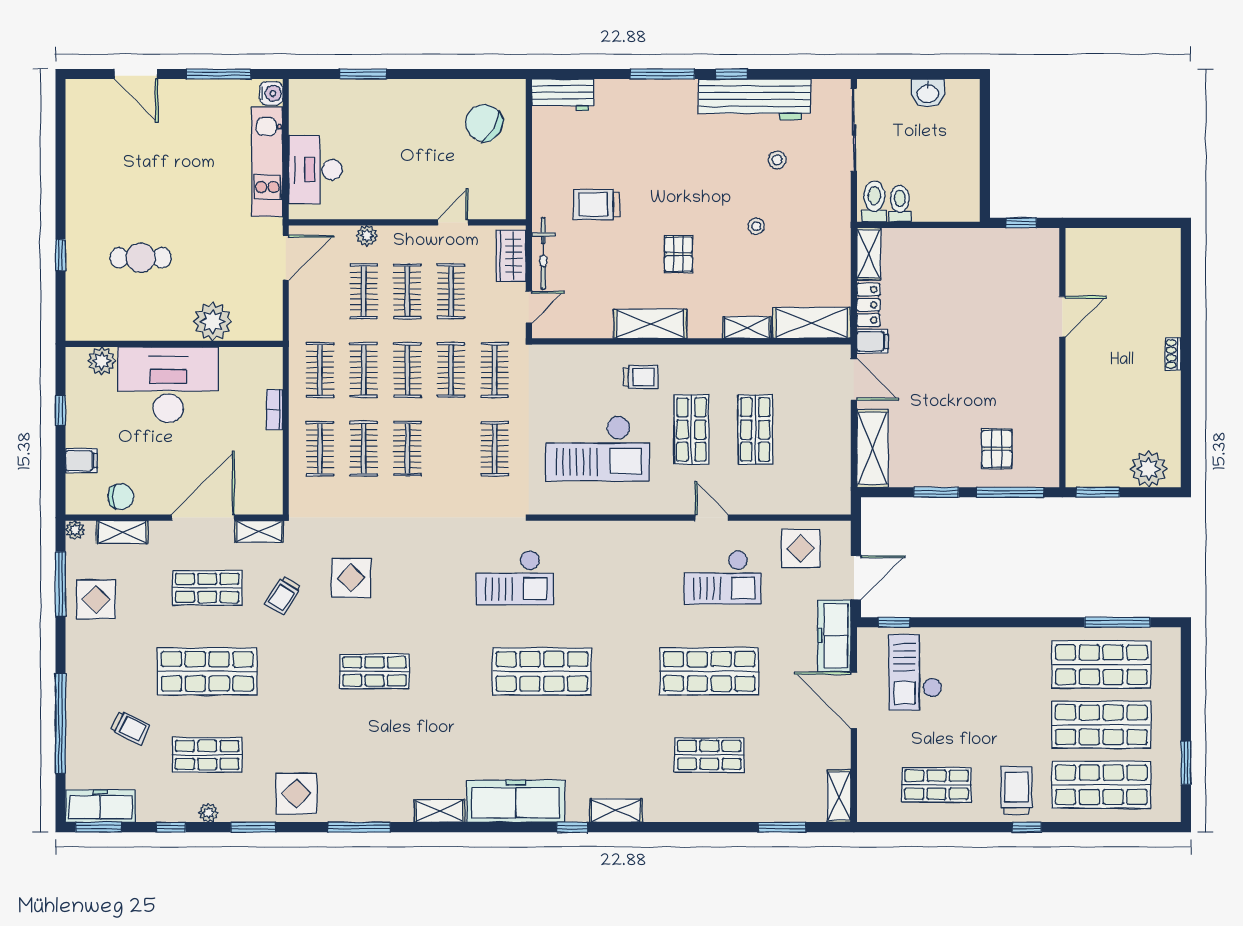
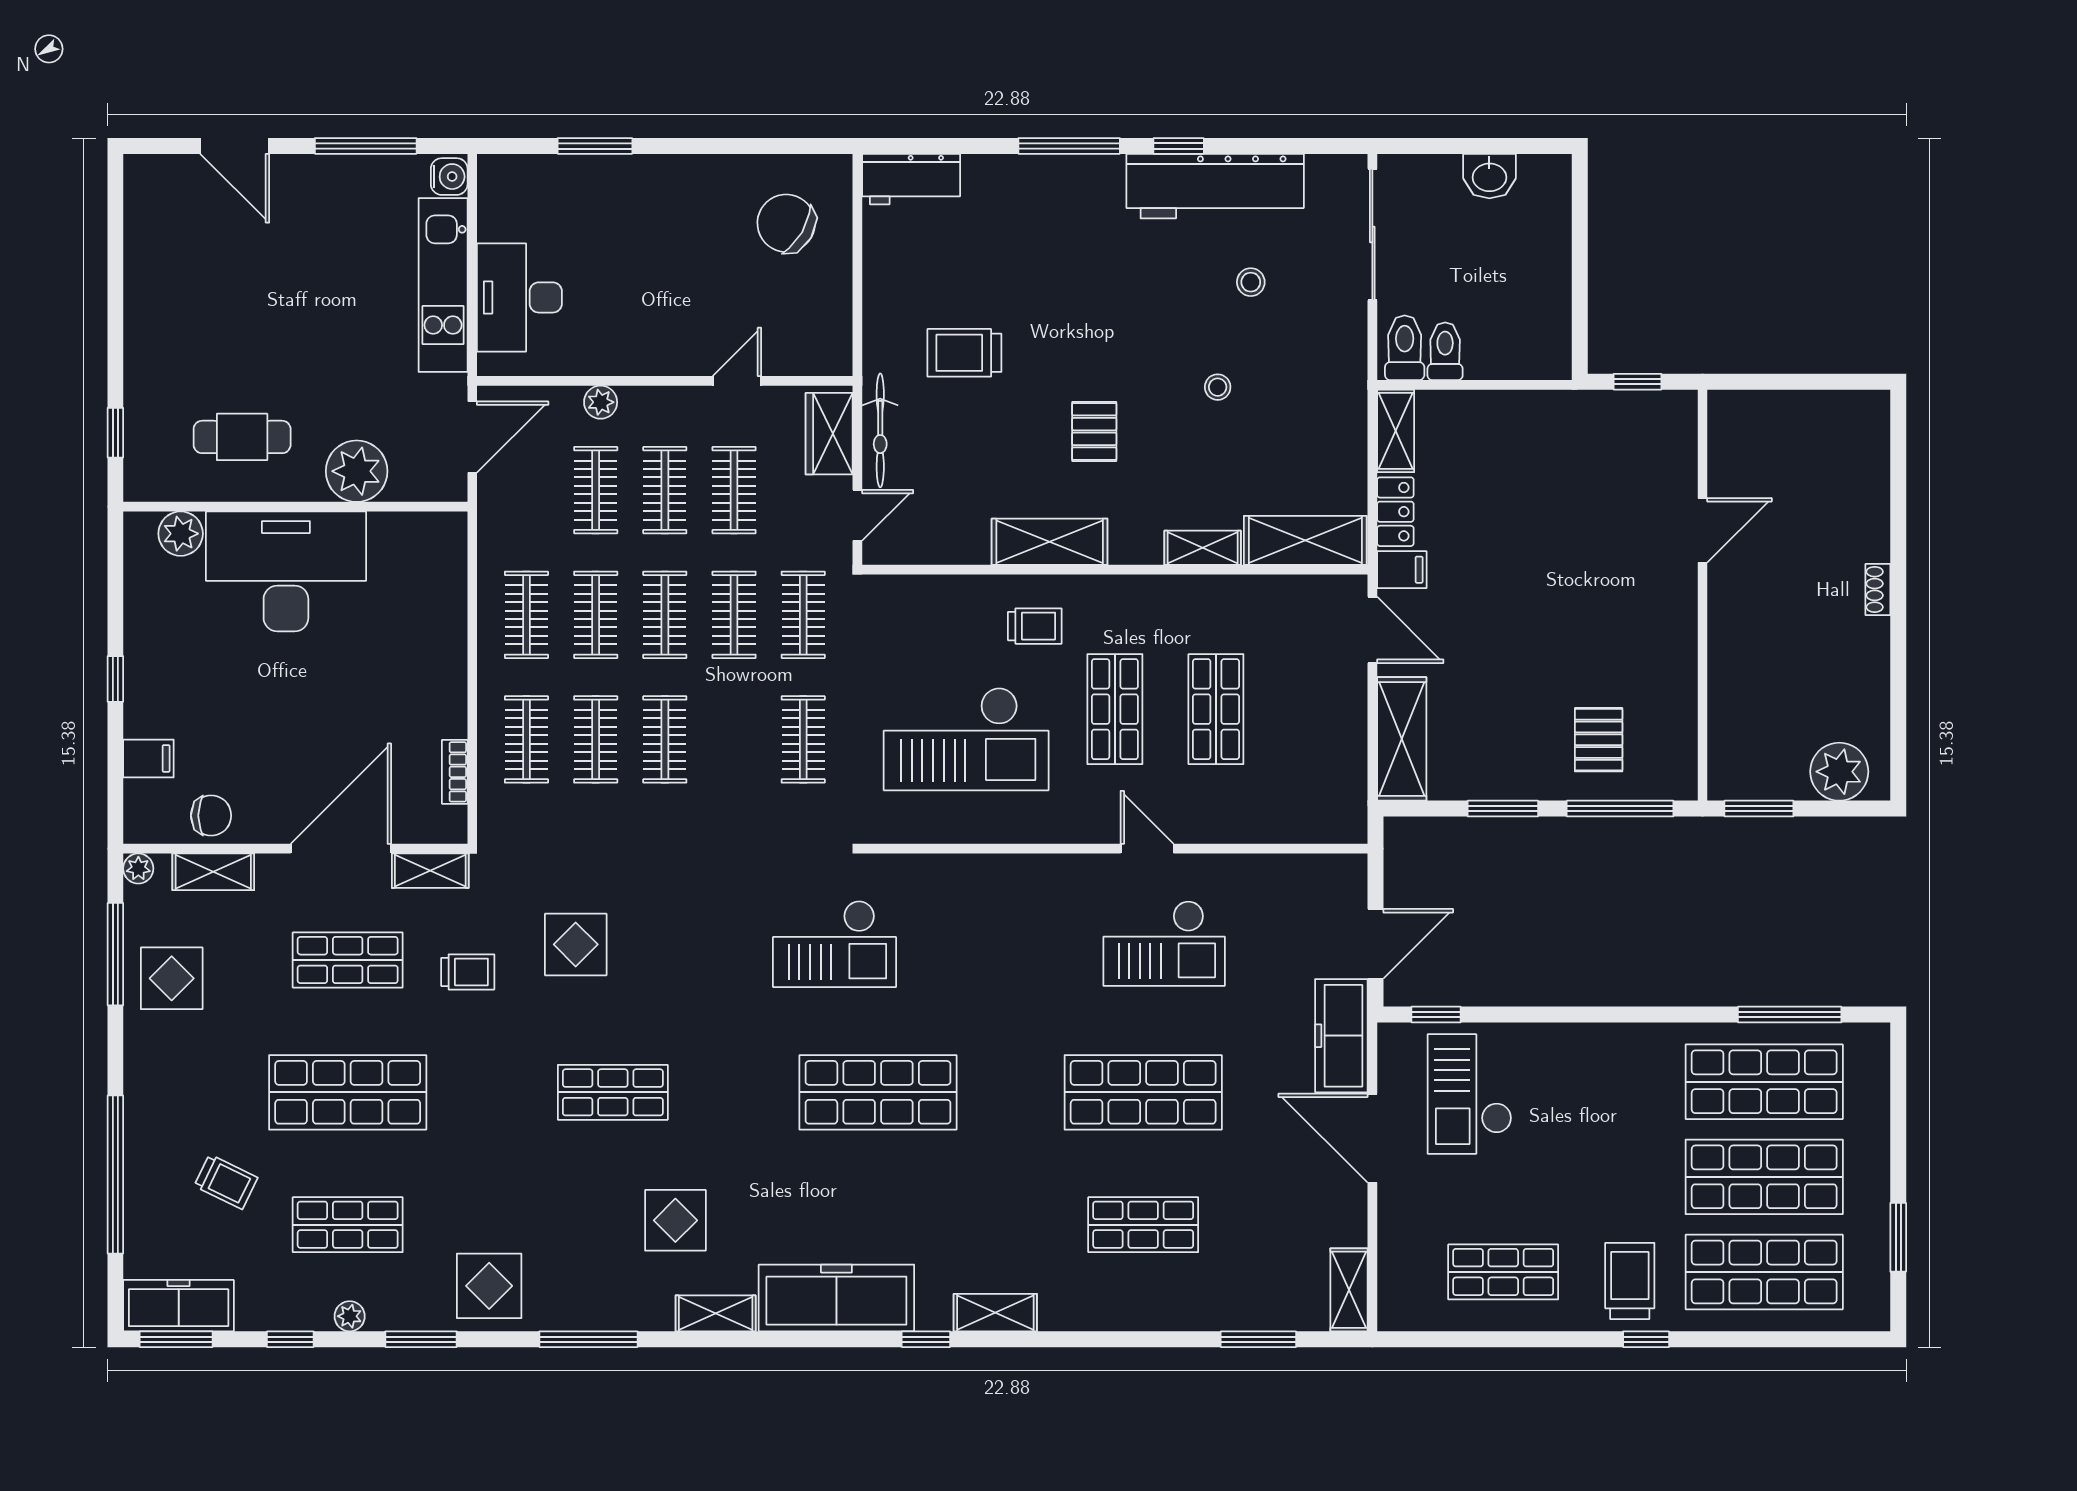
plant: (213, 322) -> (357, 471), moved
wall: (174, 344) -> (295, 507), moved
plant: (102, 361) -> (181, 534), moved
desk: (168, 385) -> (286, 571), moved
bookcase: (275, 410) -> (455, 772), moved
display table: (801, 548) -> (675, 1220), moved
trolley: (283, 595) -> (468, 972), turned -122

